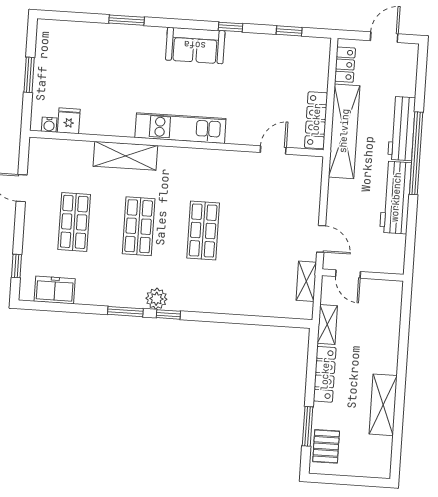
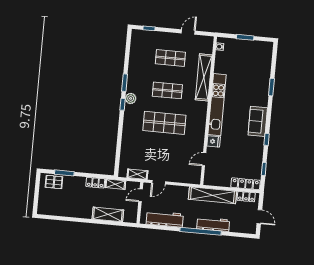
locker: (316, 120) -> (246, 184), moved
fridge: (69, 121) -> (214, 141), moved
kitchen unit: (180, 128) -> (217, 105), width x1.36
door: (273, 150) -> (204, 159), swing flipped
shelving: (125, 156) -> (204, 77), width x1.47
workbench: (396, 197) -> (165, 219), moved
shop shelf: (203, 231) -> (164, 123), width x1.43, depth x1.36
freezer: (55, 290) -> (136, 47), removed
locker: (325, 374) -> (95, 183), width x0.66
shelving: (383, 405) -> (108, 214), moved

